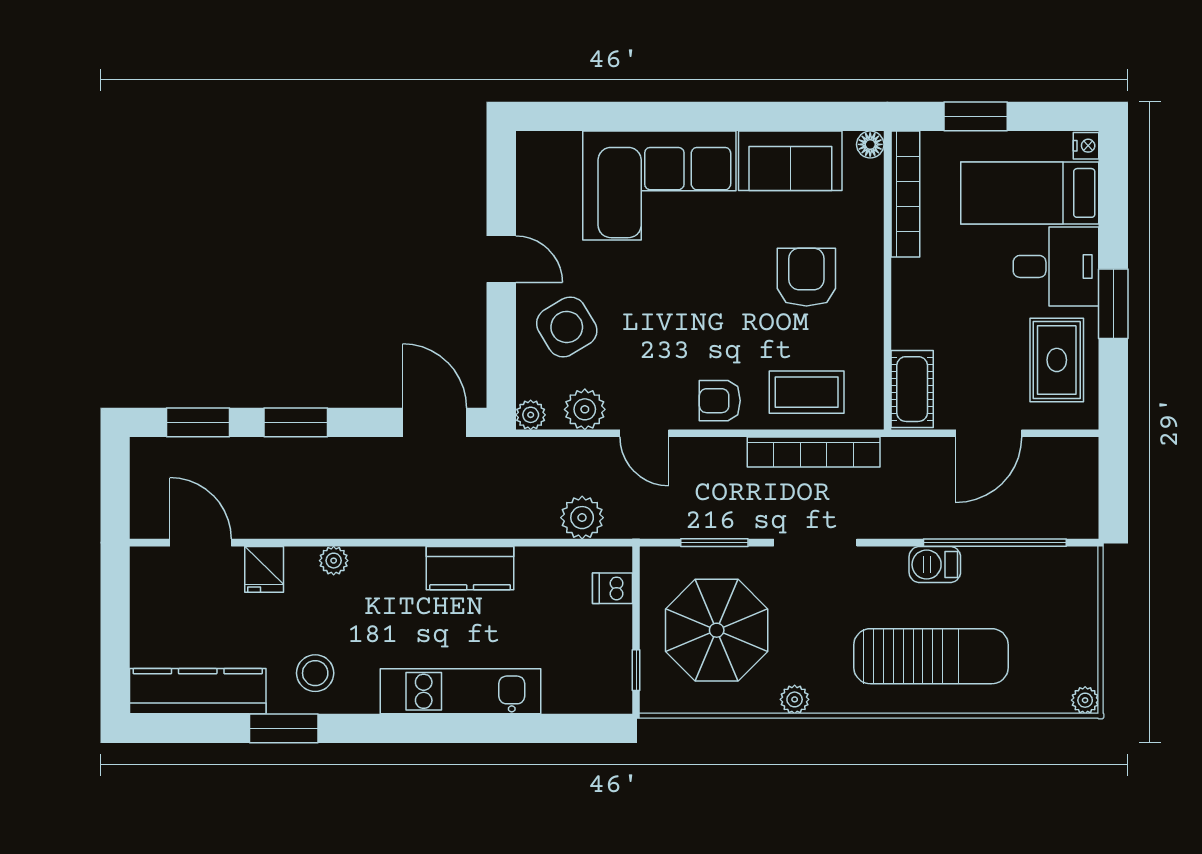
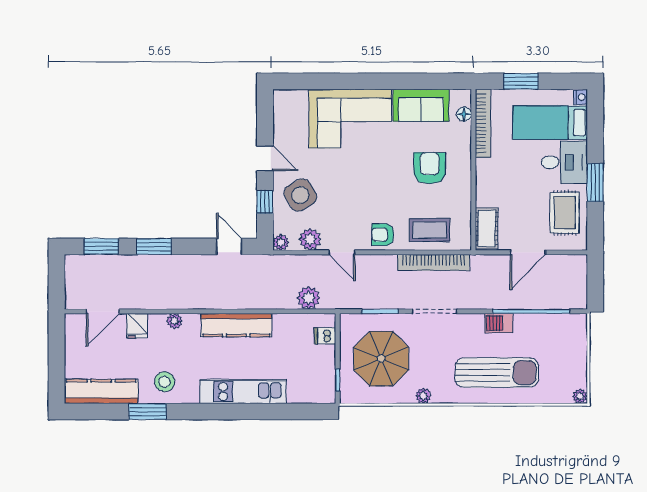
floor lamp: (870, 144) -> (464, 114), moved
window: (501, 339) -> (265, 202), added
door: (435, 422) -> (229, 246), width x0.73
door: (201, 543) -> (103, 311), swing flipped
kitchen counter: (470, 568) -> (236, 325), width x1.50

